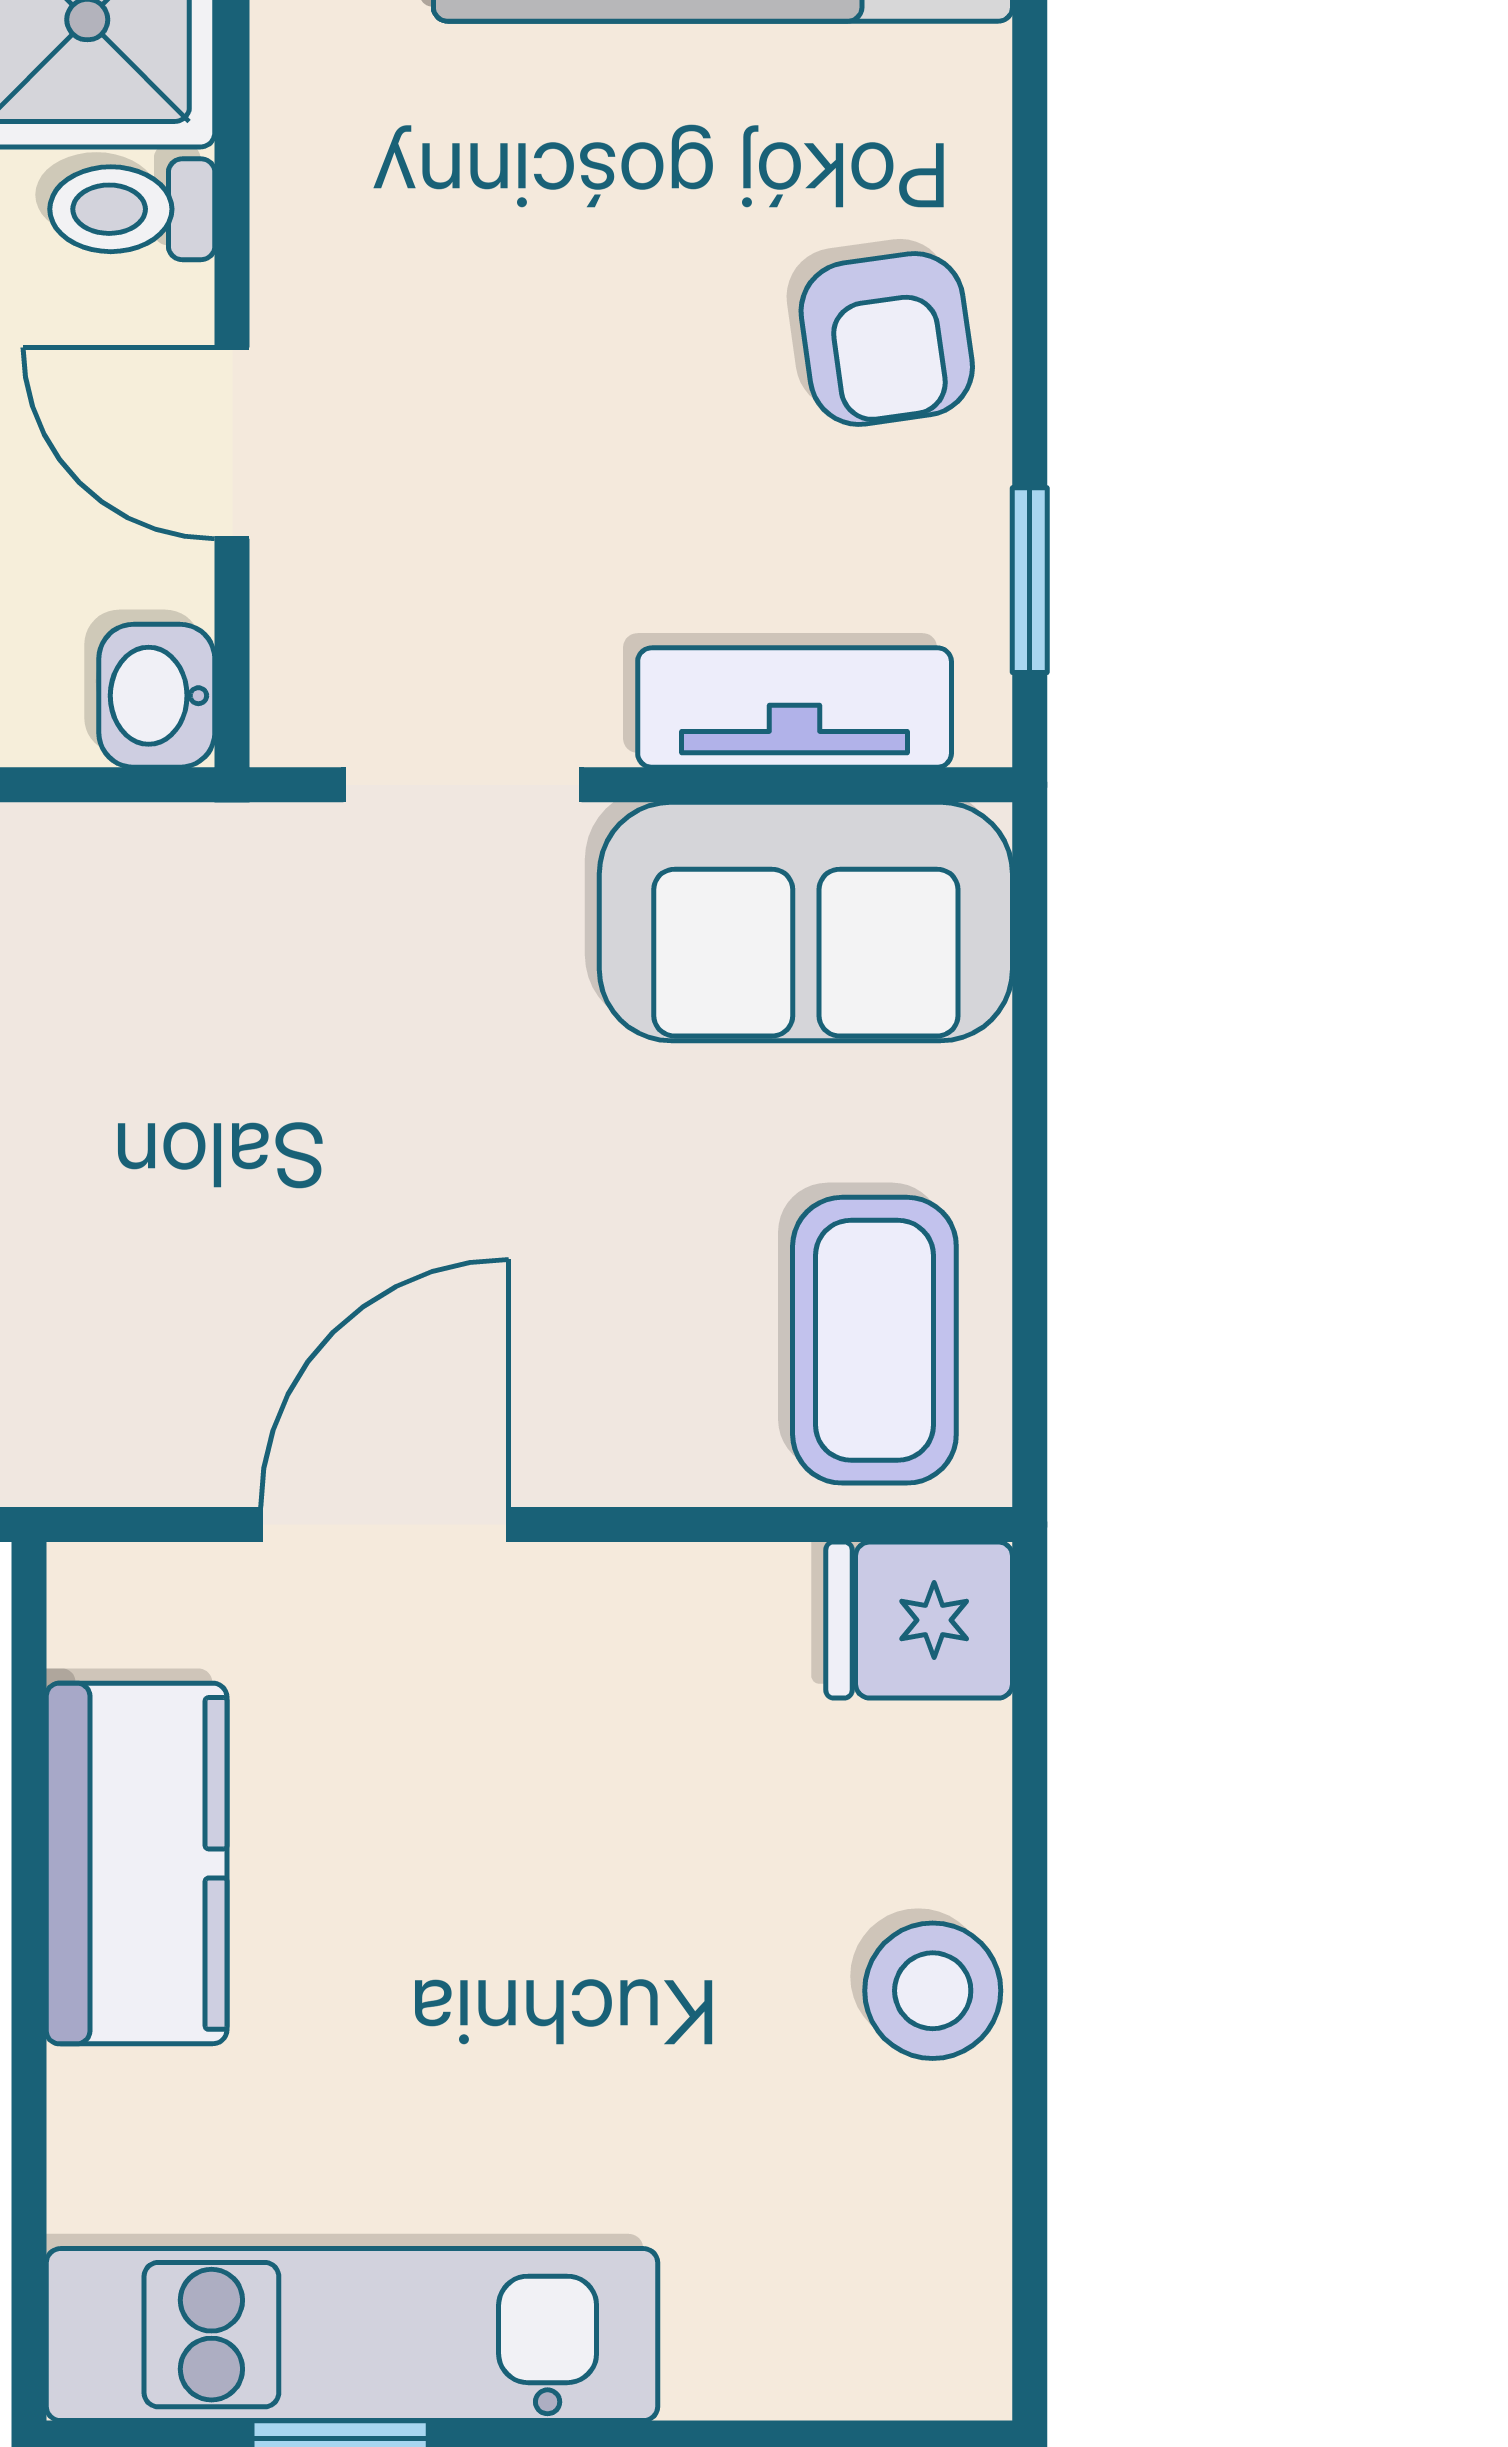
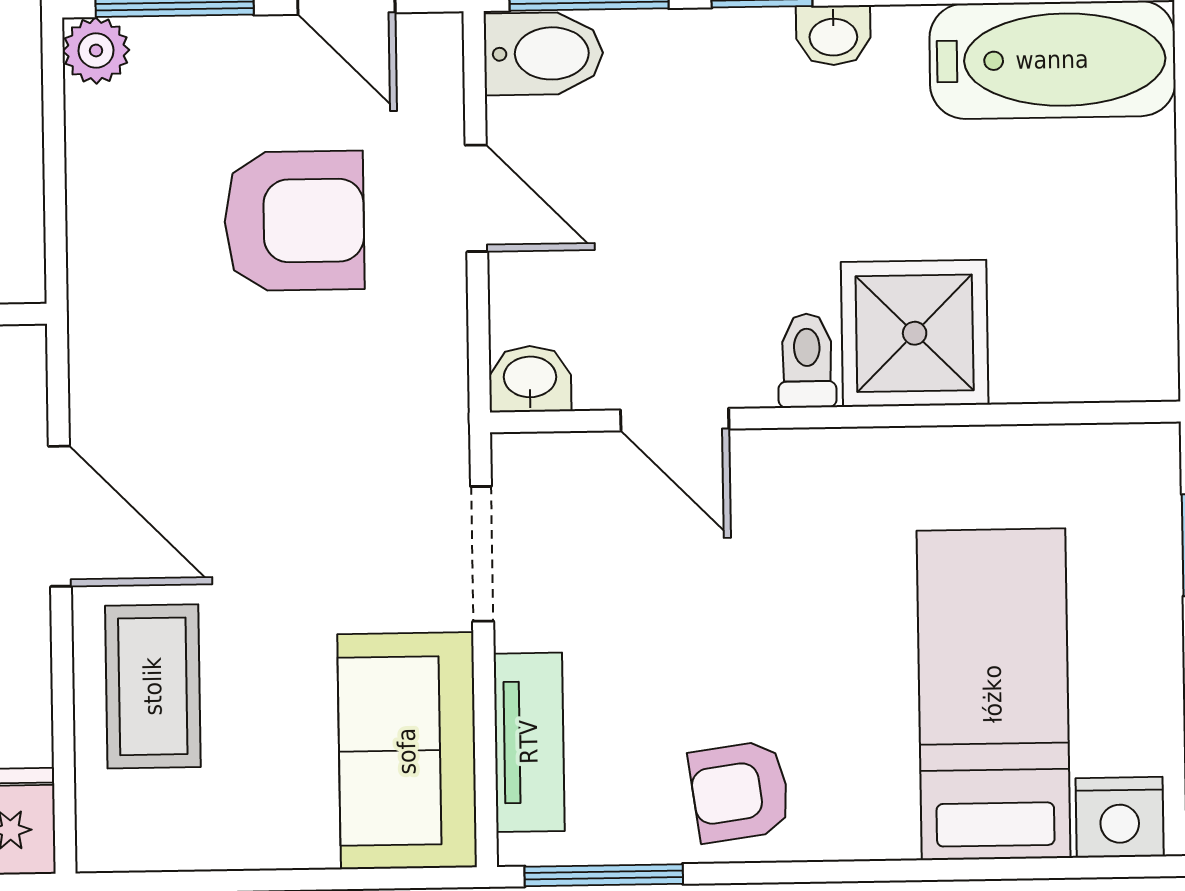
door: (232, 443) -> (675, 420), swing flipped
window: (1030, 580) -> (604, 875), width x1.50
coffee table: (874, 1340) -> (153, 686), moved, turned 90

